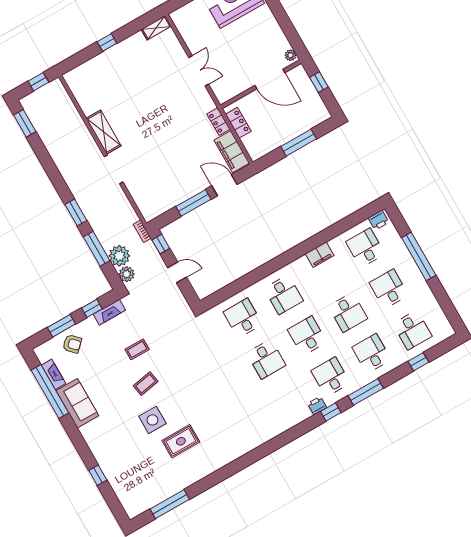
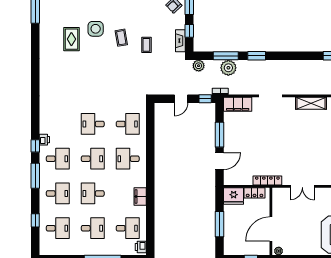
locker: (218, 122) -> (267, 180), width x1.53
shelving: (104, 132) -> (311, 103), moved
fridge: (256, 145) -> (234, 196), added
filing cabinet: (232, 152) -> (238, 104), moved, turned 180
plant: (119, 256) -> (228, 68), moved
desk: (412, 330) -> (58, 228), turned 180

